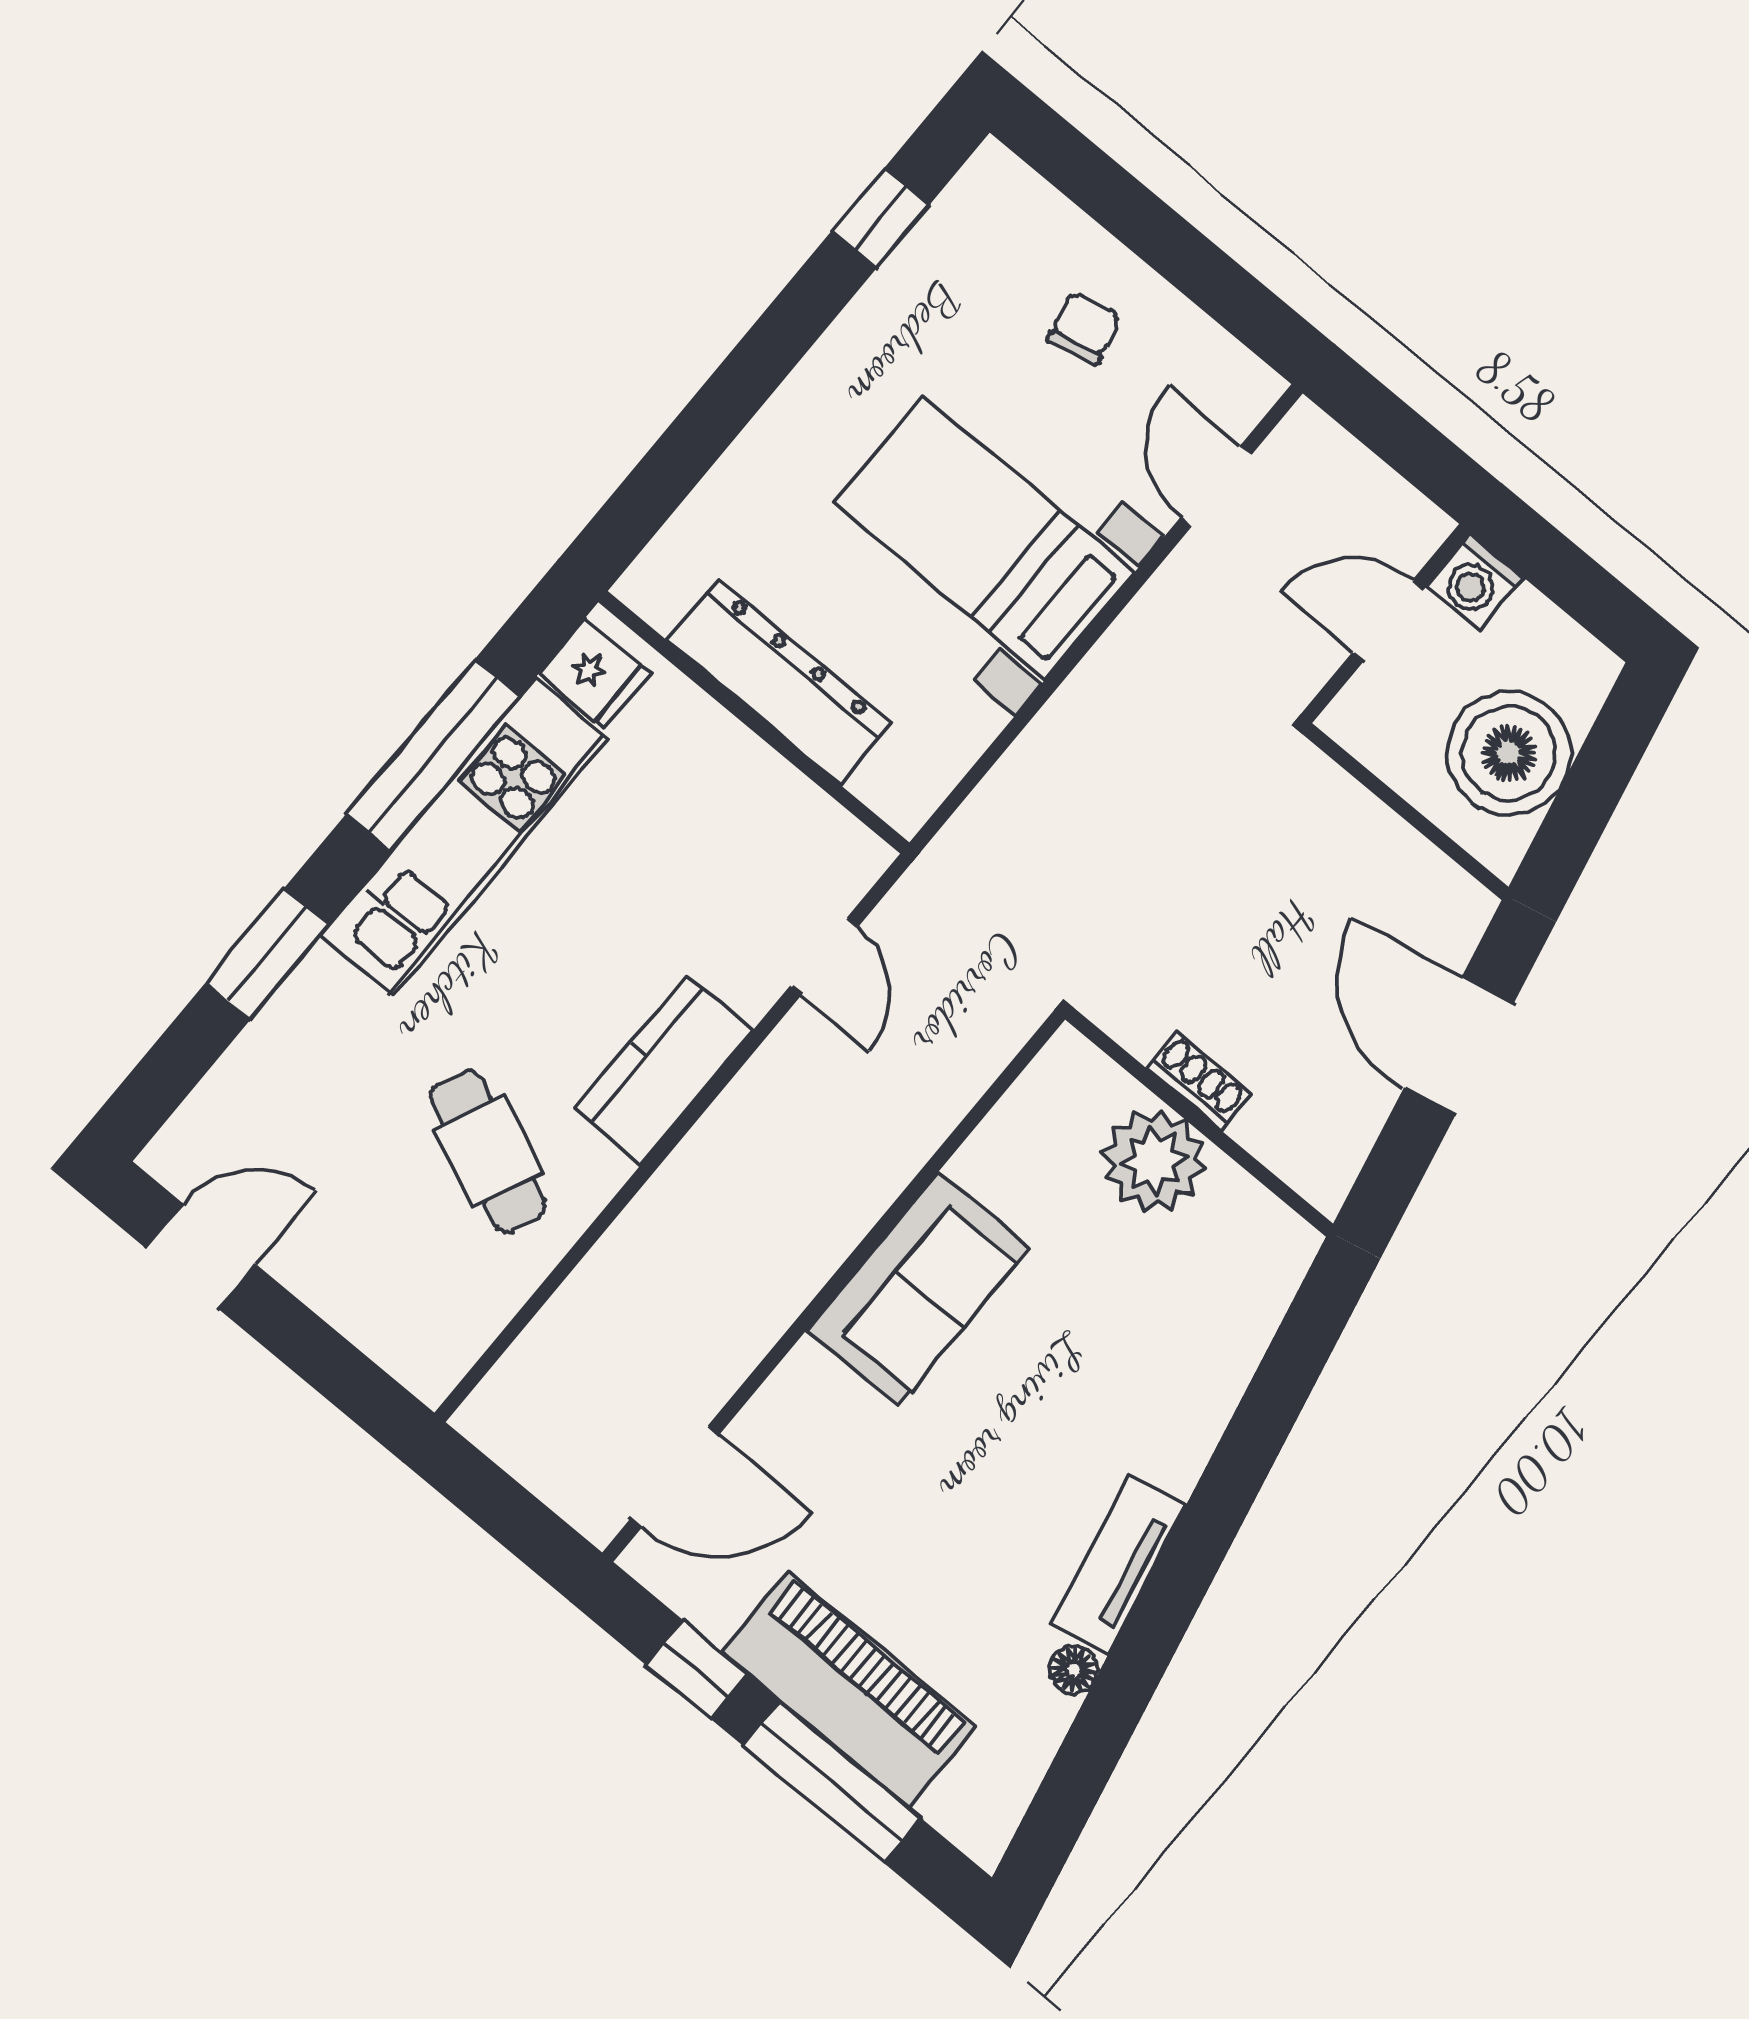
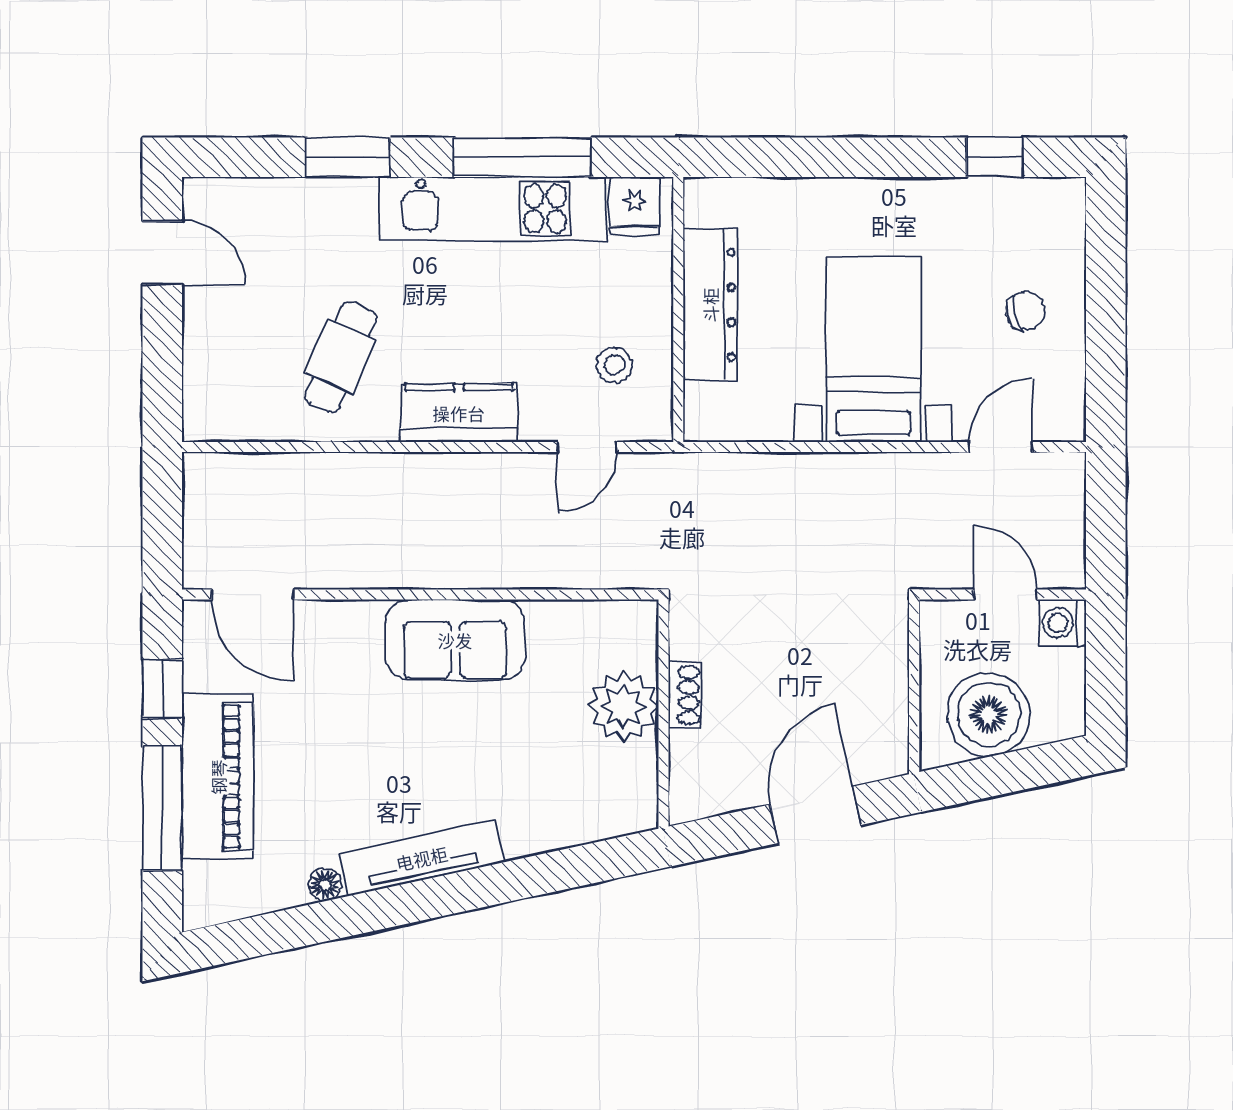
stool: (756, 847) -> (614, 365), added
tv unit: (1119, 1565) -> (422, 858), width x1.41

